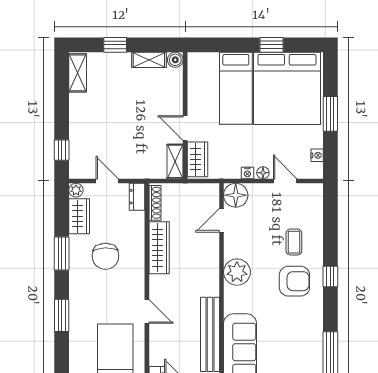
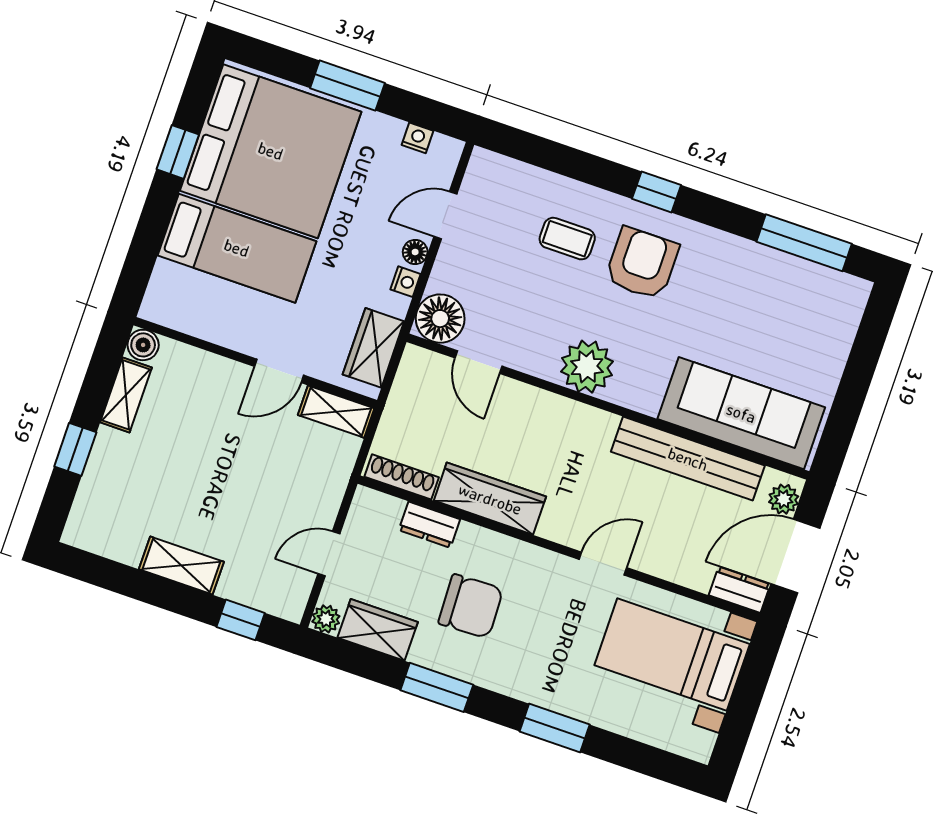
shelving: (78, 73) -> (181, 566), moved
wardrobe: (197, 159) -> (373, 348), moved, turned -90
dresser: (137, 197) -> (429, 525), moved

